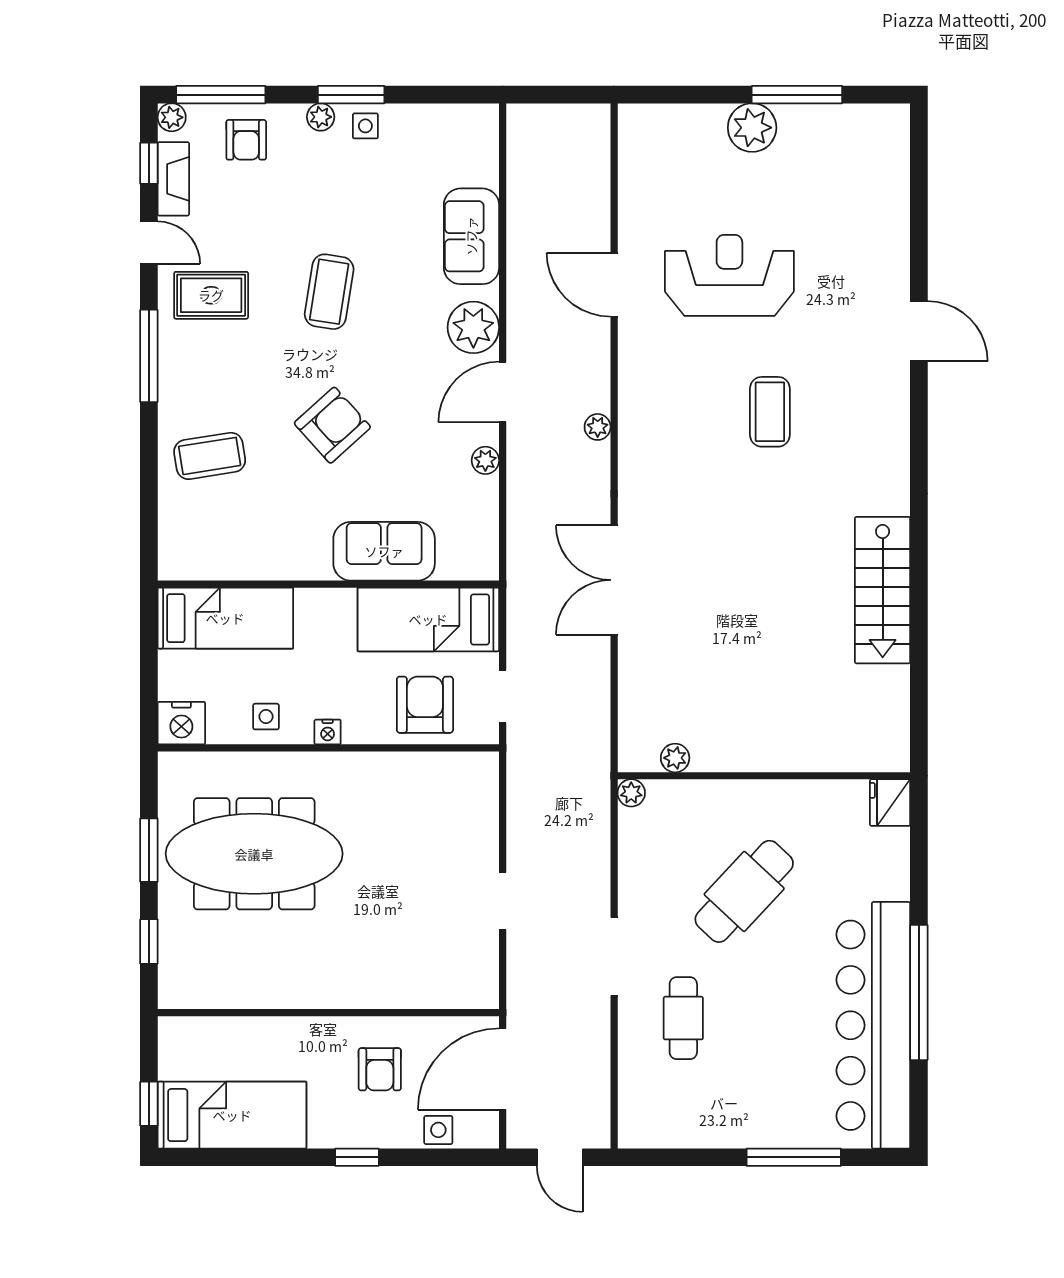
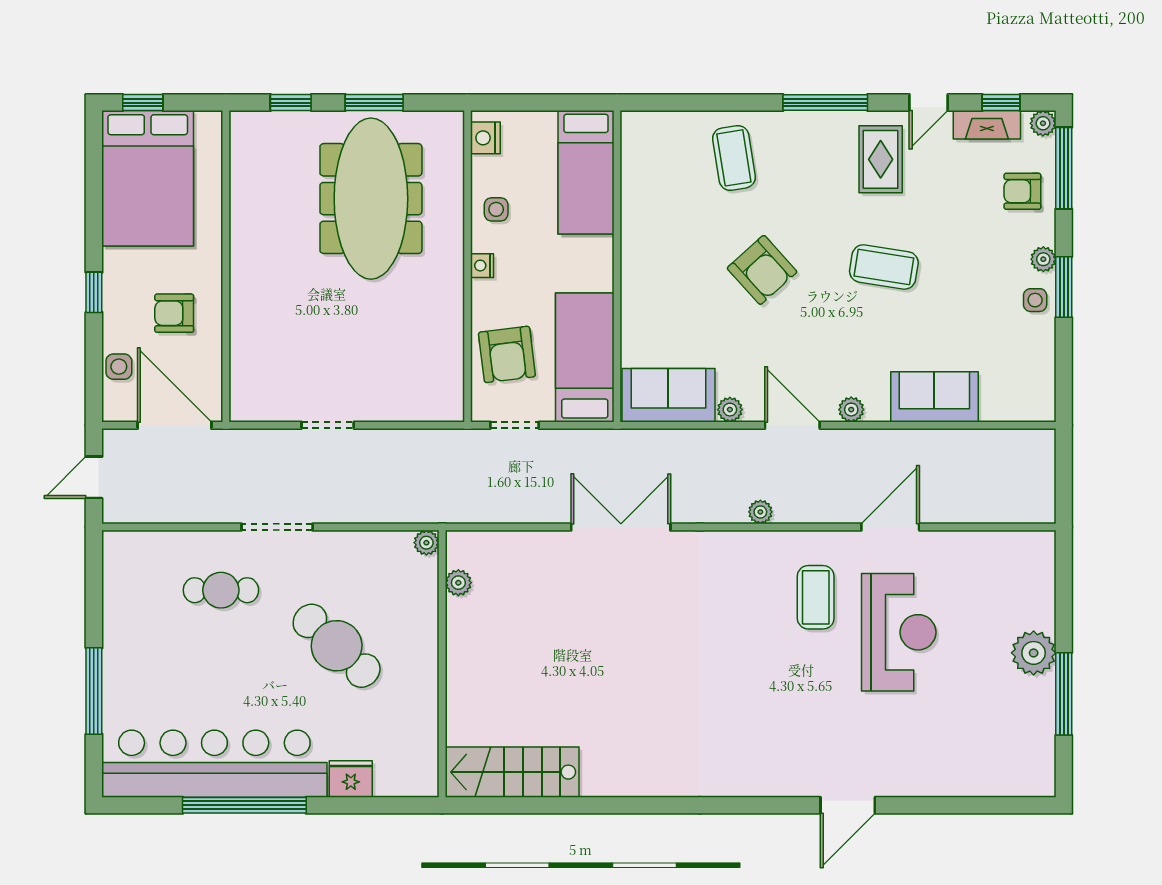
plant: (473, 327) -> (851, 410), width x0.53, depth x0.53
coffee table: (770, 412) -> (816, 597), moved, turned 90
sofa: (384, 551) -> (668, 395), moved, turned -90
stairs: (883, 590) -> (512, 772), moved
armchair: (425, 705) -> (507, 354), turned 83
nightstand: (181, 723) -> (485, 138), width x0.74, depth x0.75
fridge: (890, 803) -> (351, 779), moved
bed: (232, 1115) -> (148, 178), width x1.50

